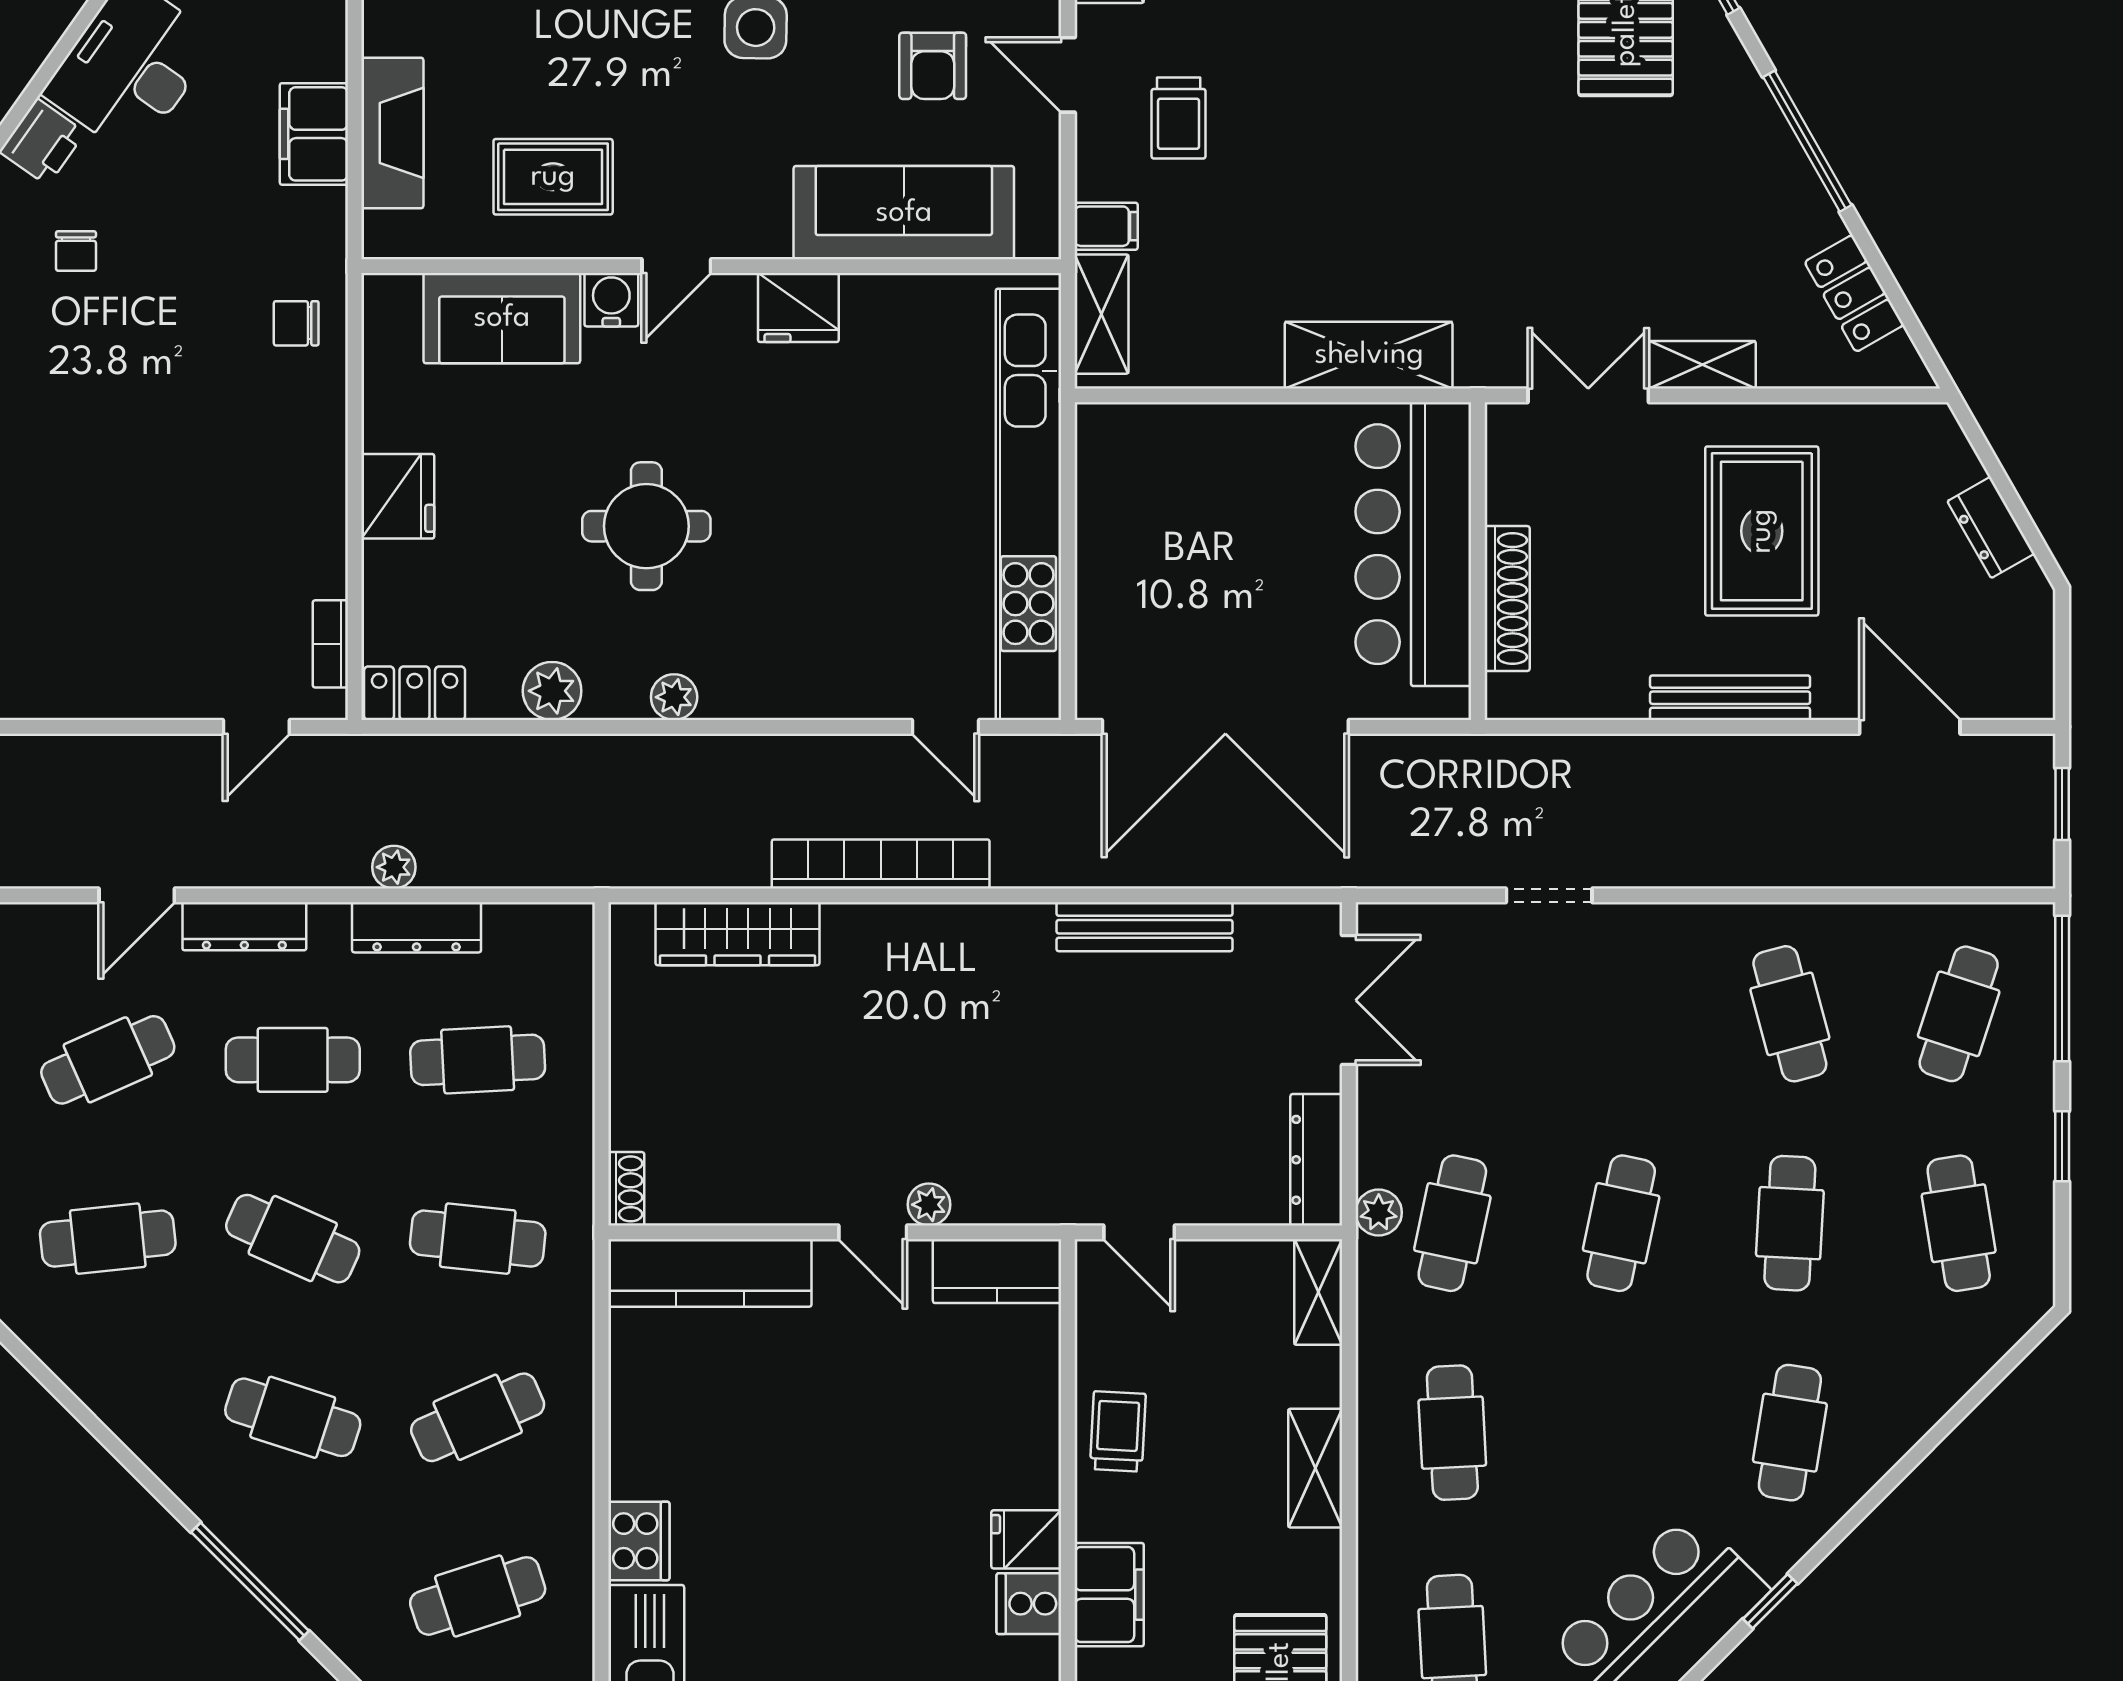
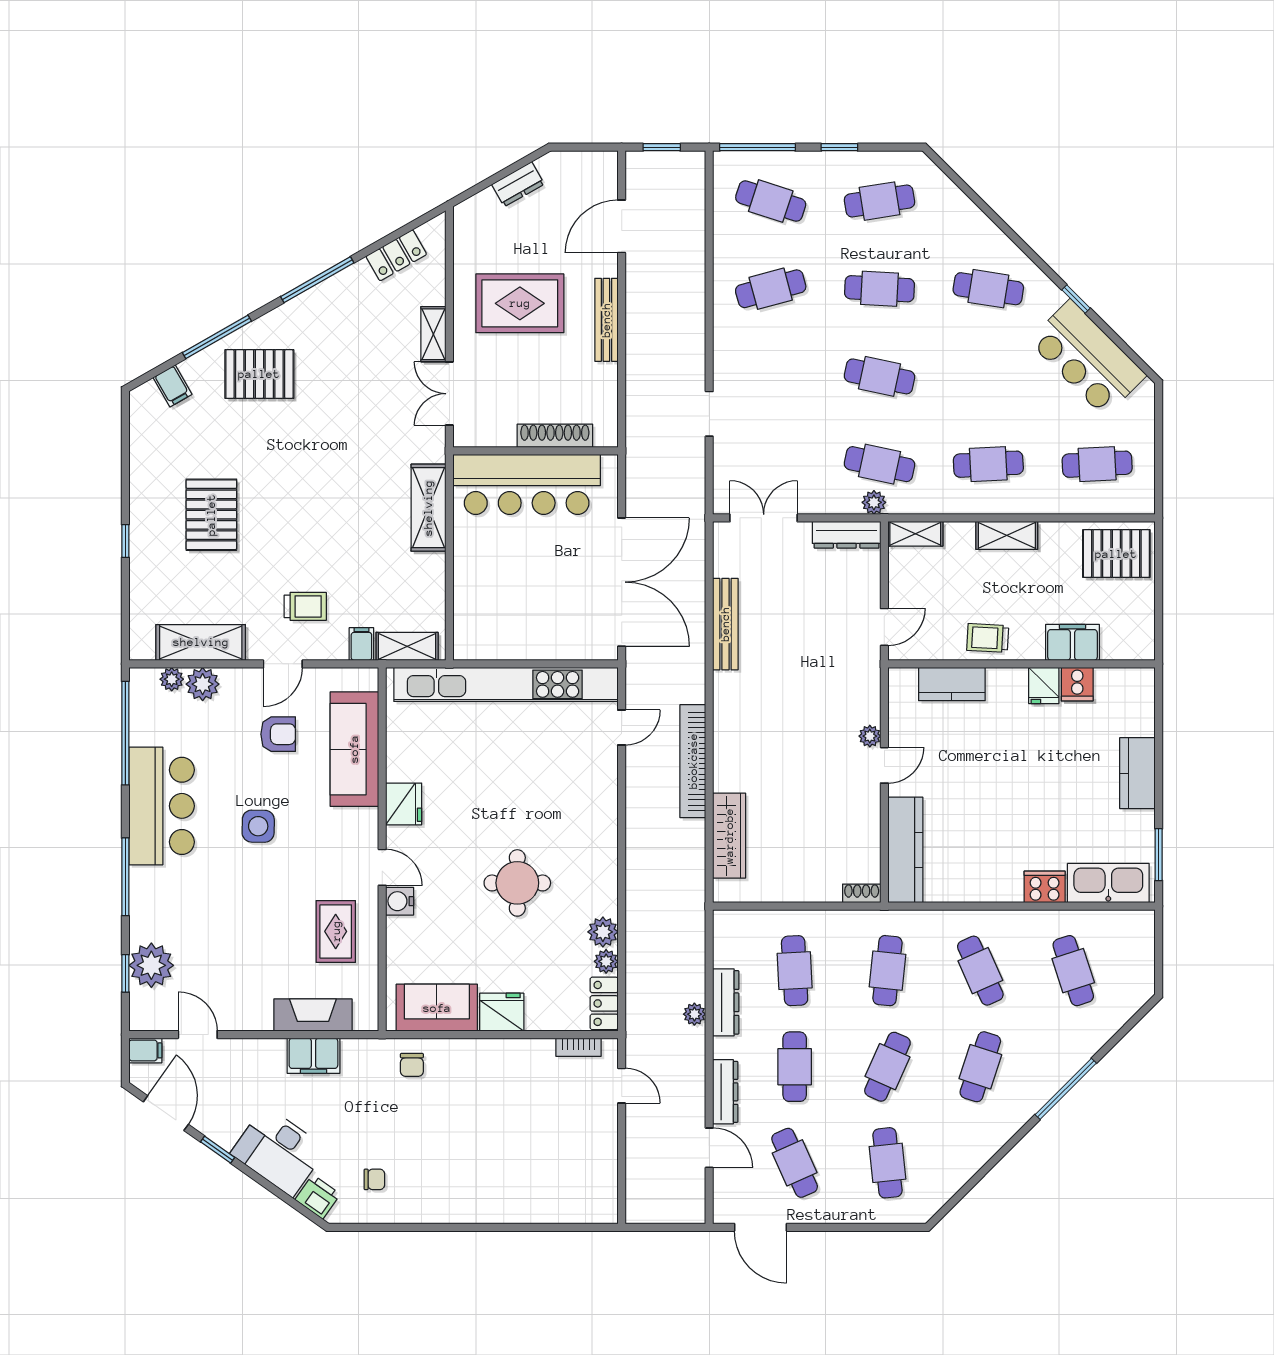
sofa: (502, 318) -> (437, 1008), moved, turned -90
plant: (674, 697) -> (606, 961), moved
kitchen counter: (997, 1271) -> (952, 684), moved, turned 90

